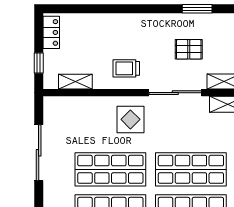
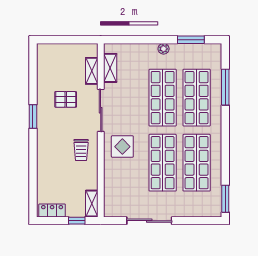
window: (197, 9) -> (33, 117), moved
pallet: (189, 49) -> (66, 99), turned 90
shelving: (75, 82) -> (92, 204), moved

